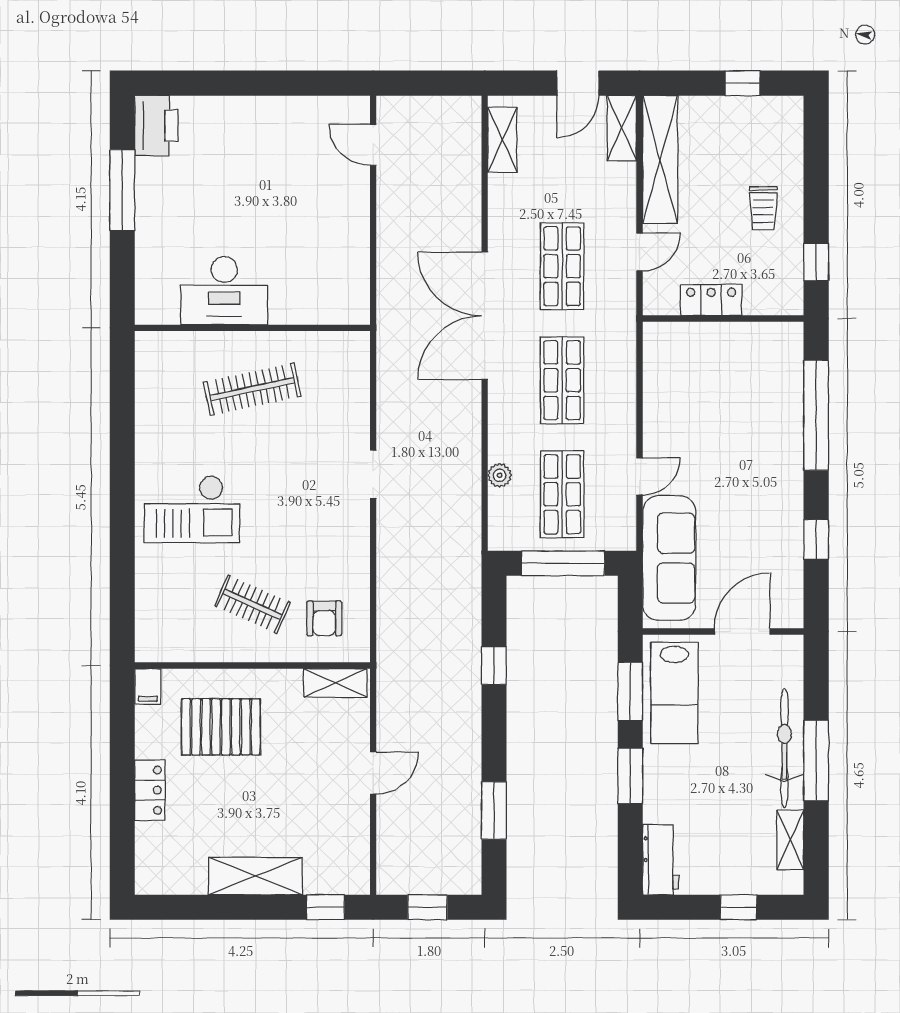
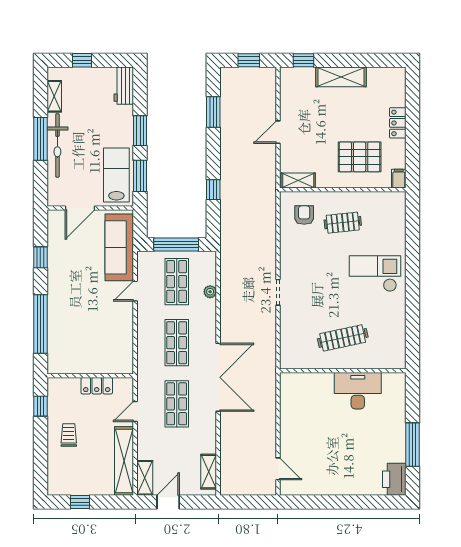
clothes rail: (252, 604) -> (343, 223), turned -30

